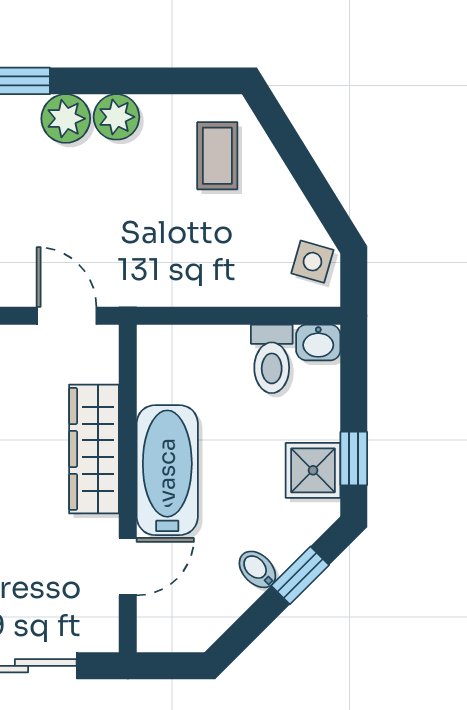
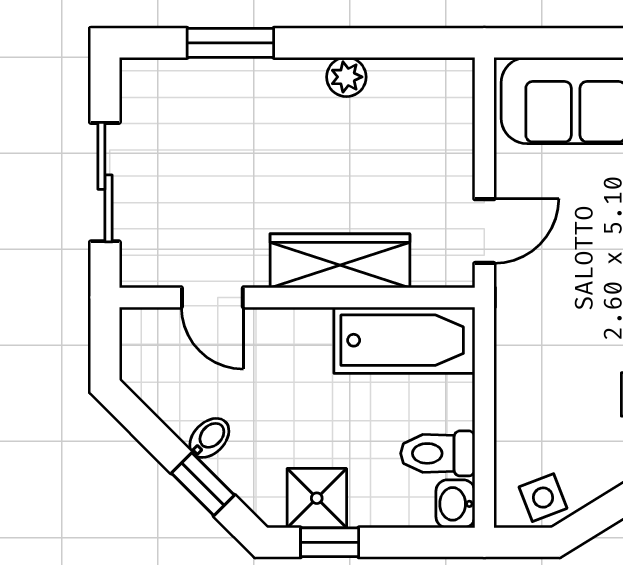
side table: (312, 262) -> (543, 498), turned -37
bathtub: (167, 470) -> (404, 340), moved

